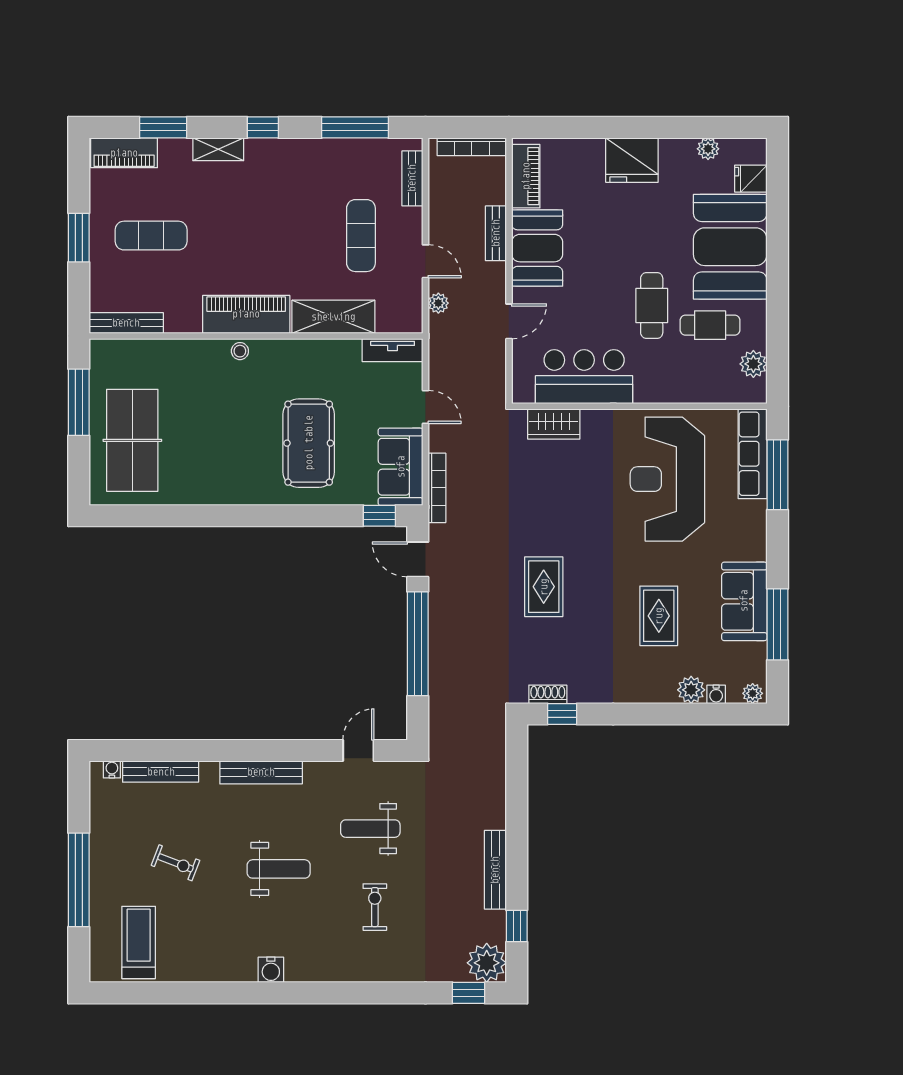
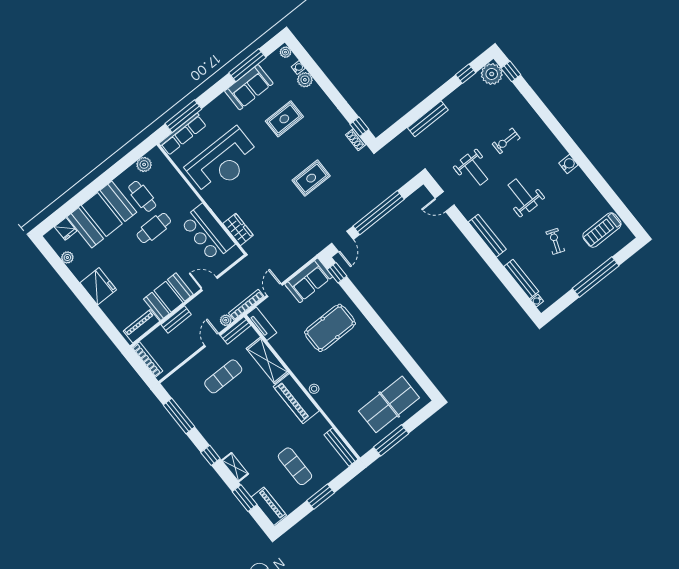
bench: (412, 178) -> (236, 330), moved
bookcase: (437, 488) -> (246, 305), moved
bench: (495, 870) -> (428, 119), moved

